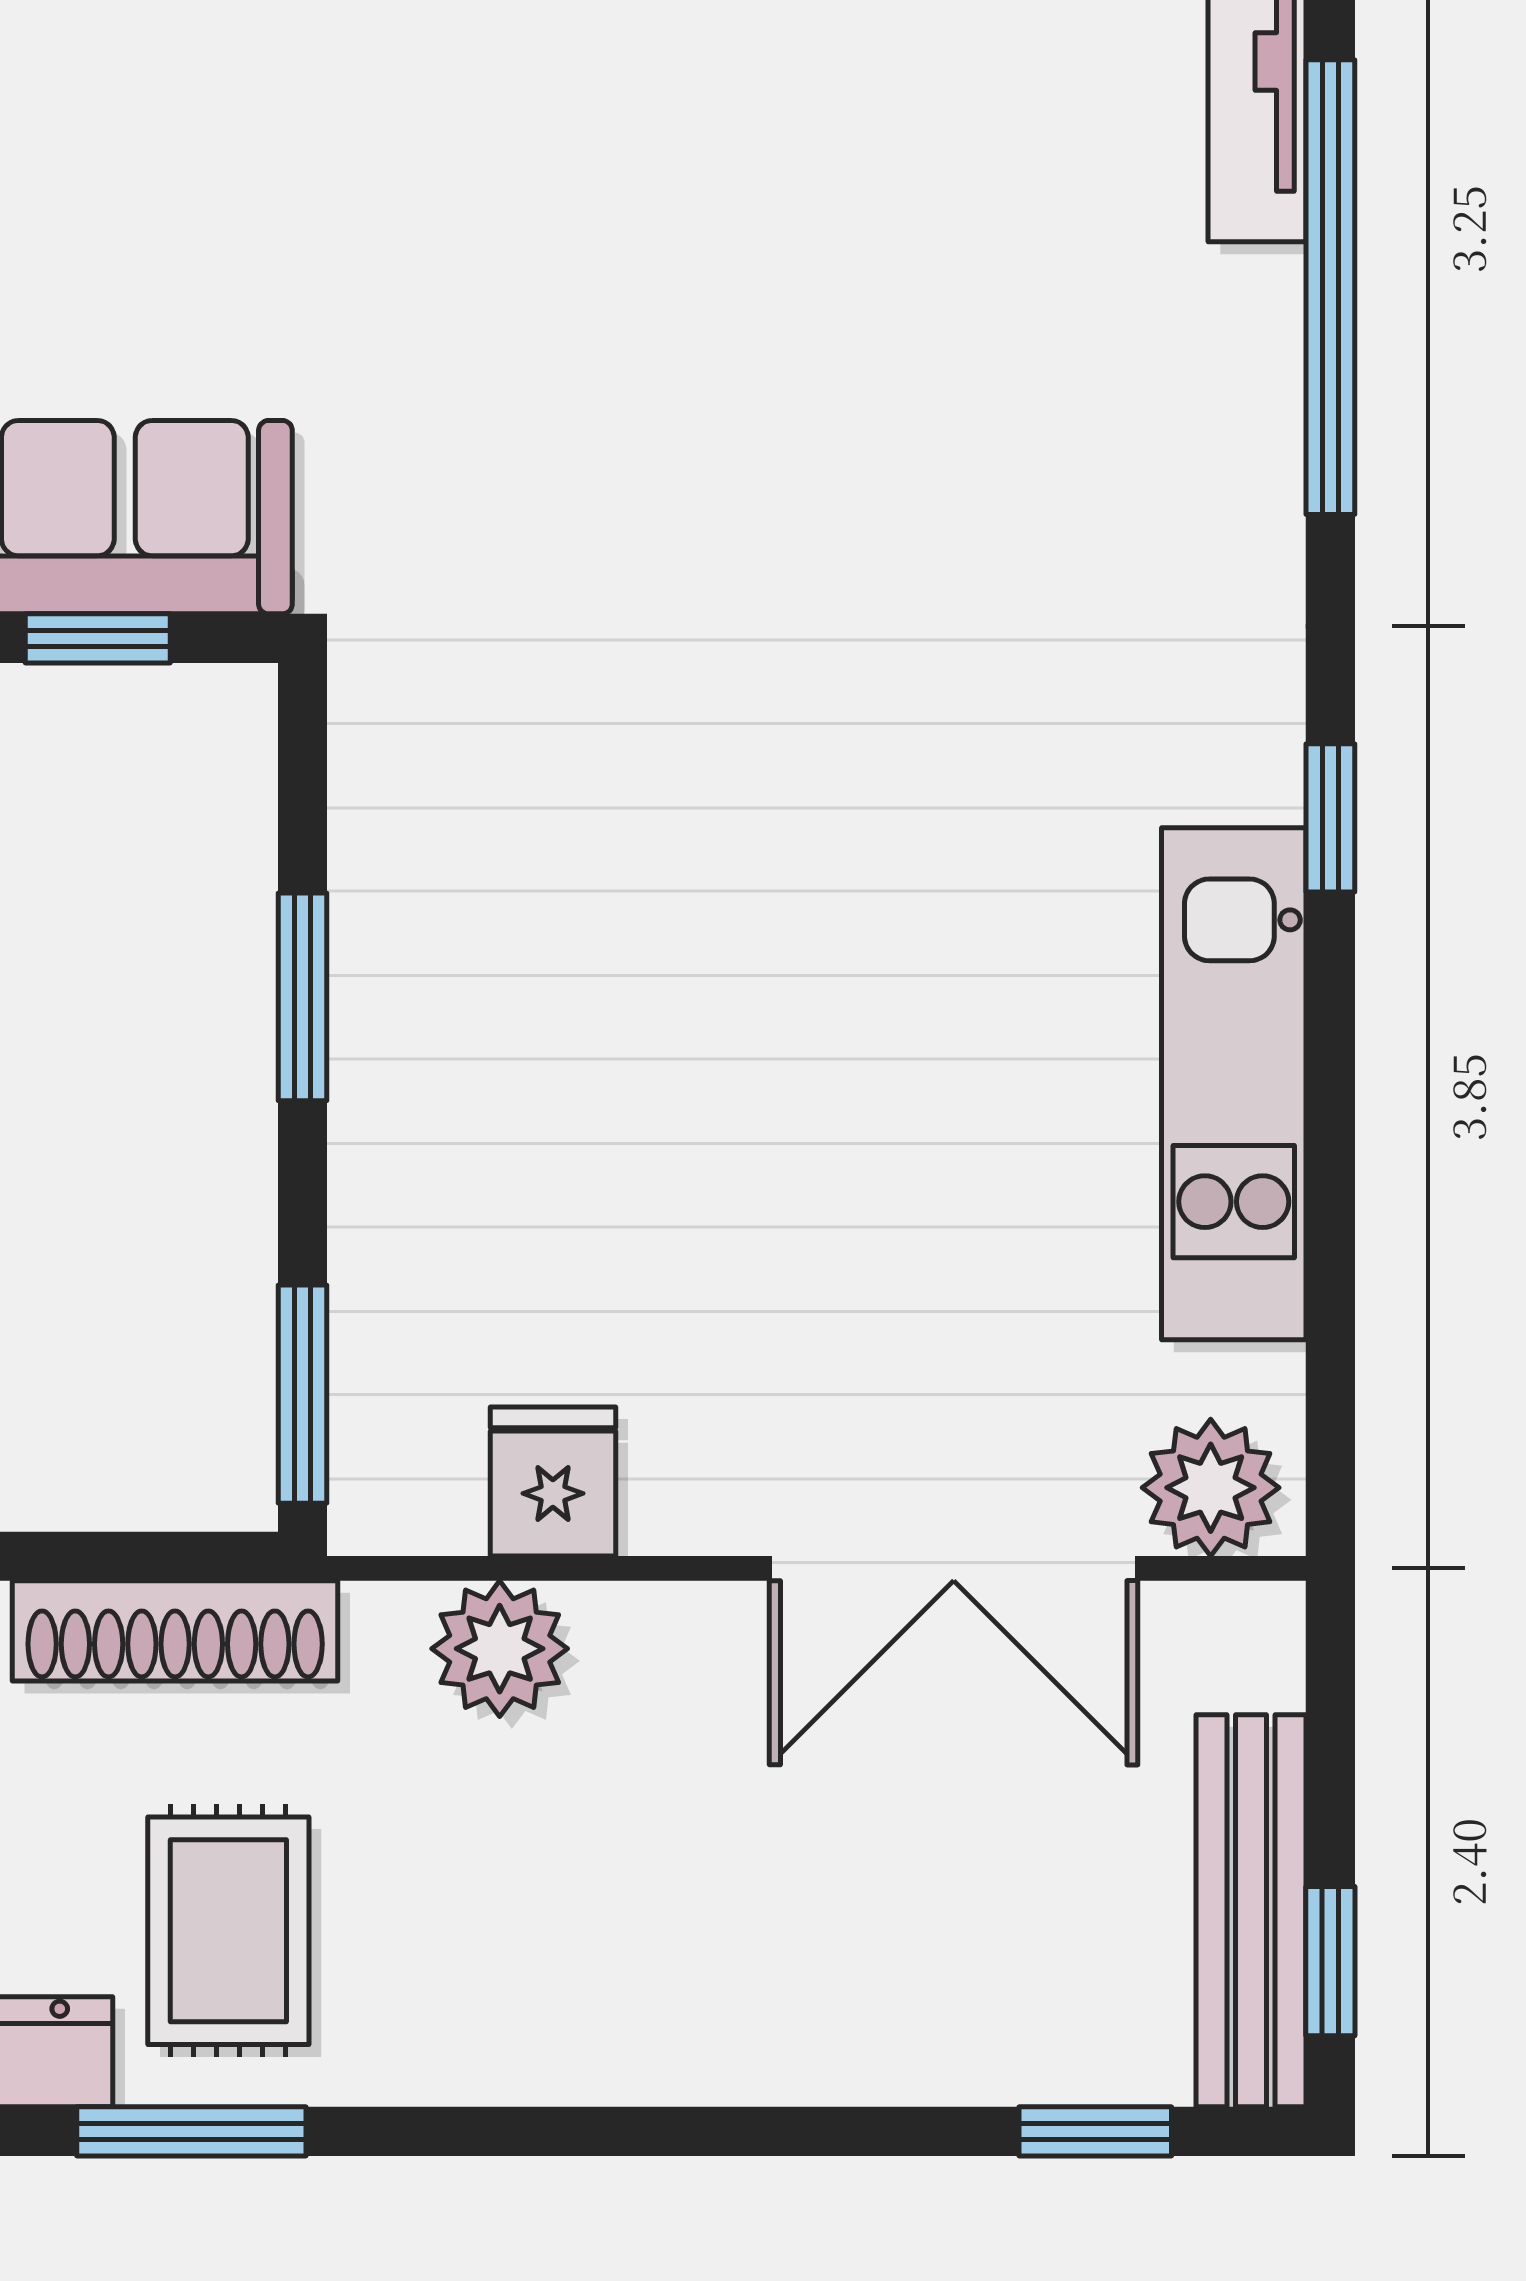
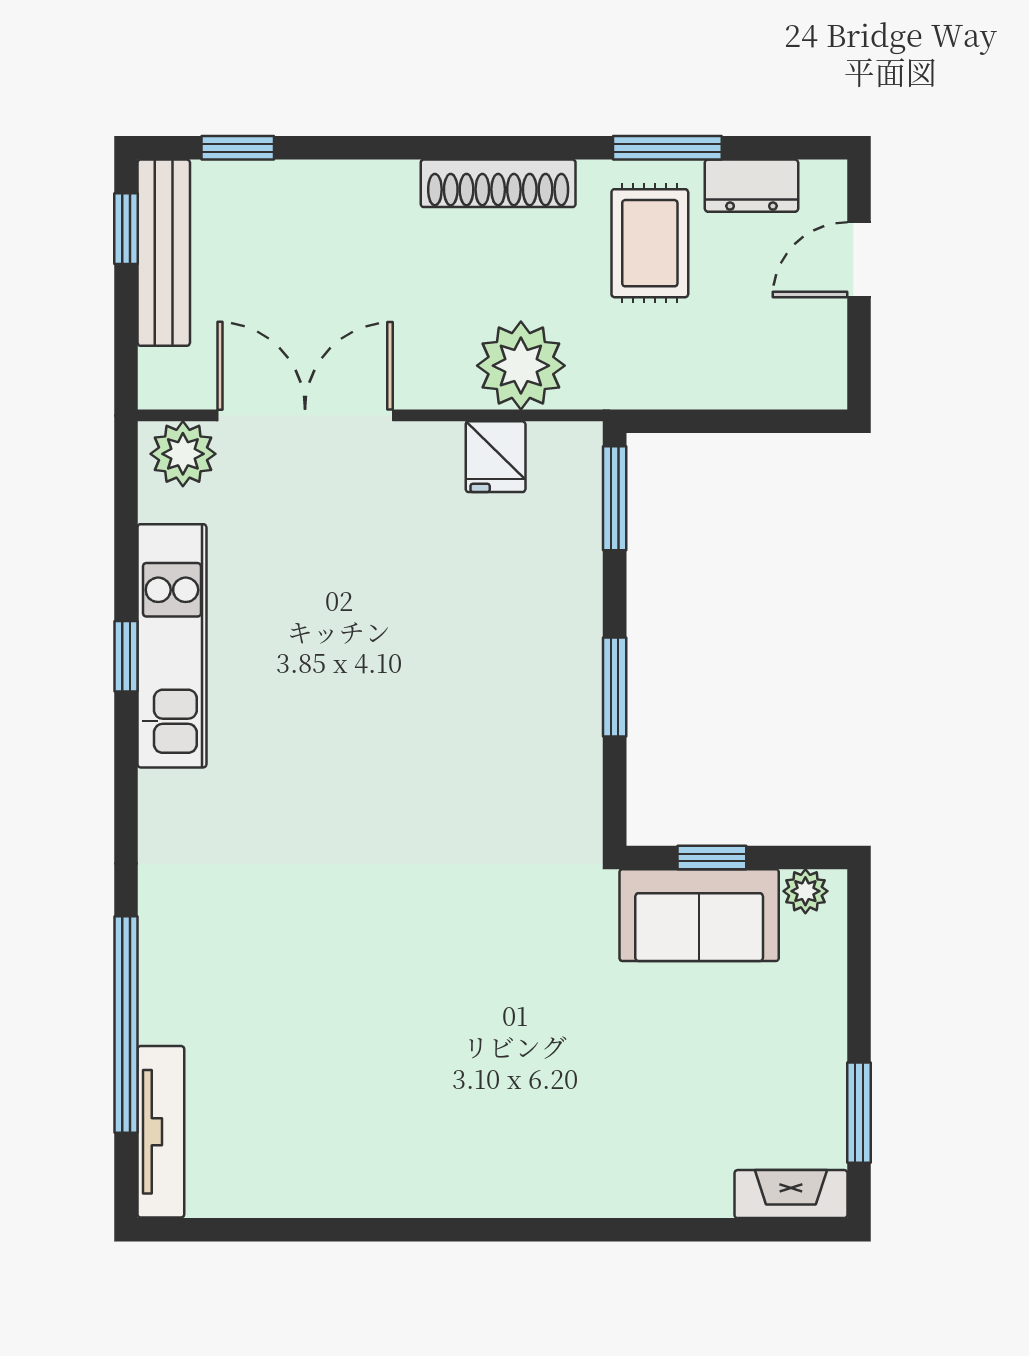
window: (1330, 818) -> (126, 656), moved
shoe rack: (175, 1631) -> (498, 183), moved, turned 180
plant: (500, 1649) -> (521, 366), width x1.36, depth x1.36

